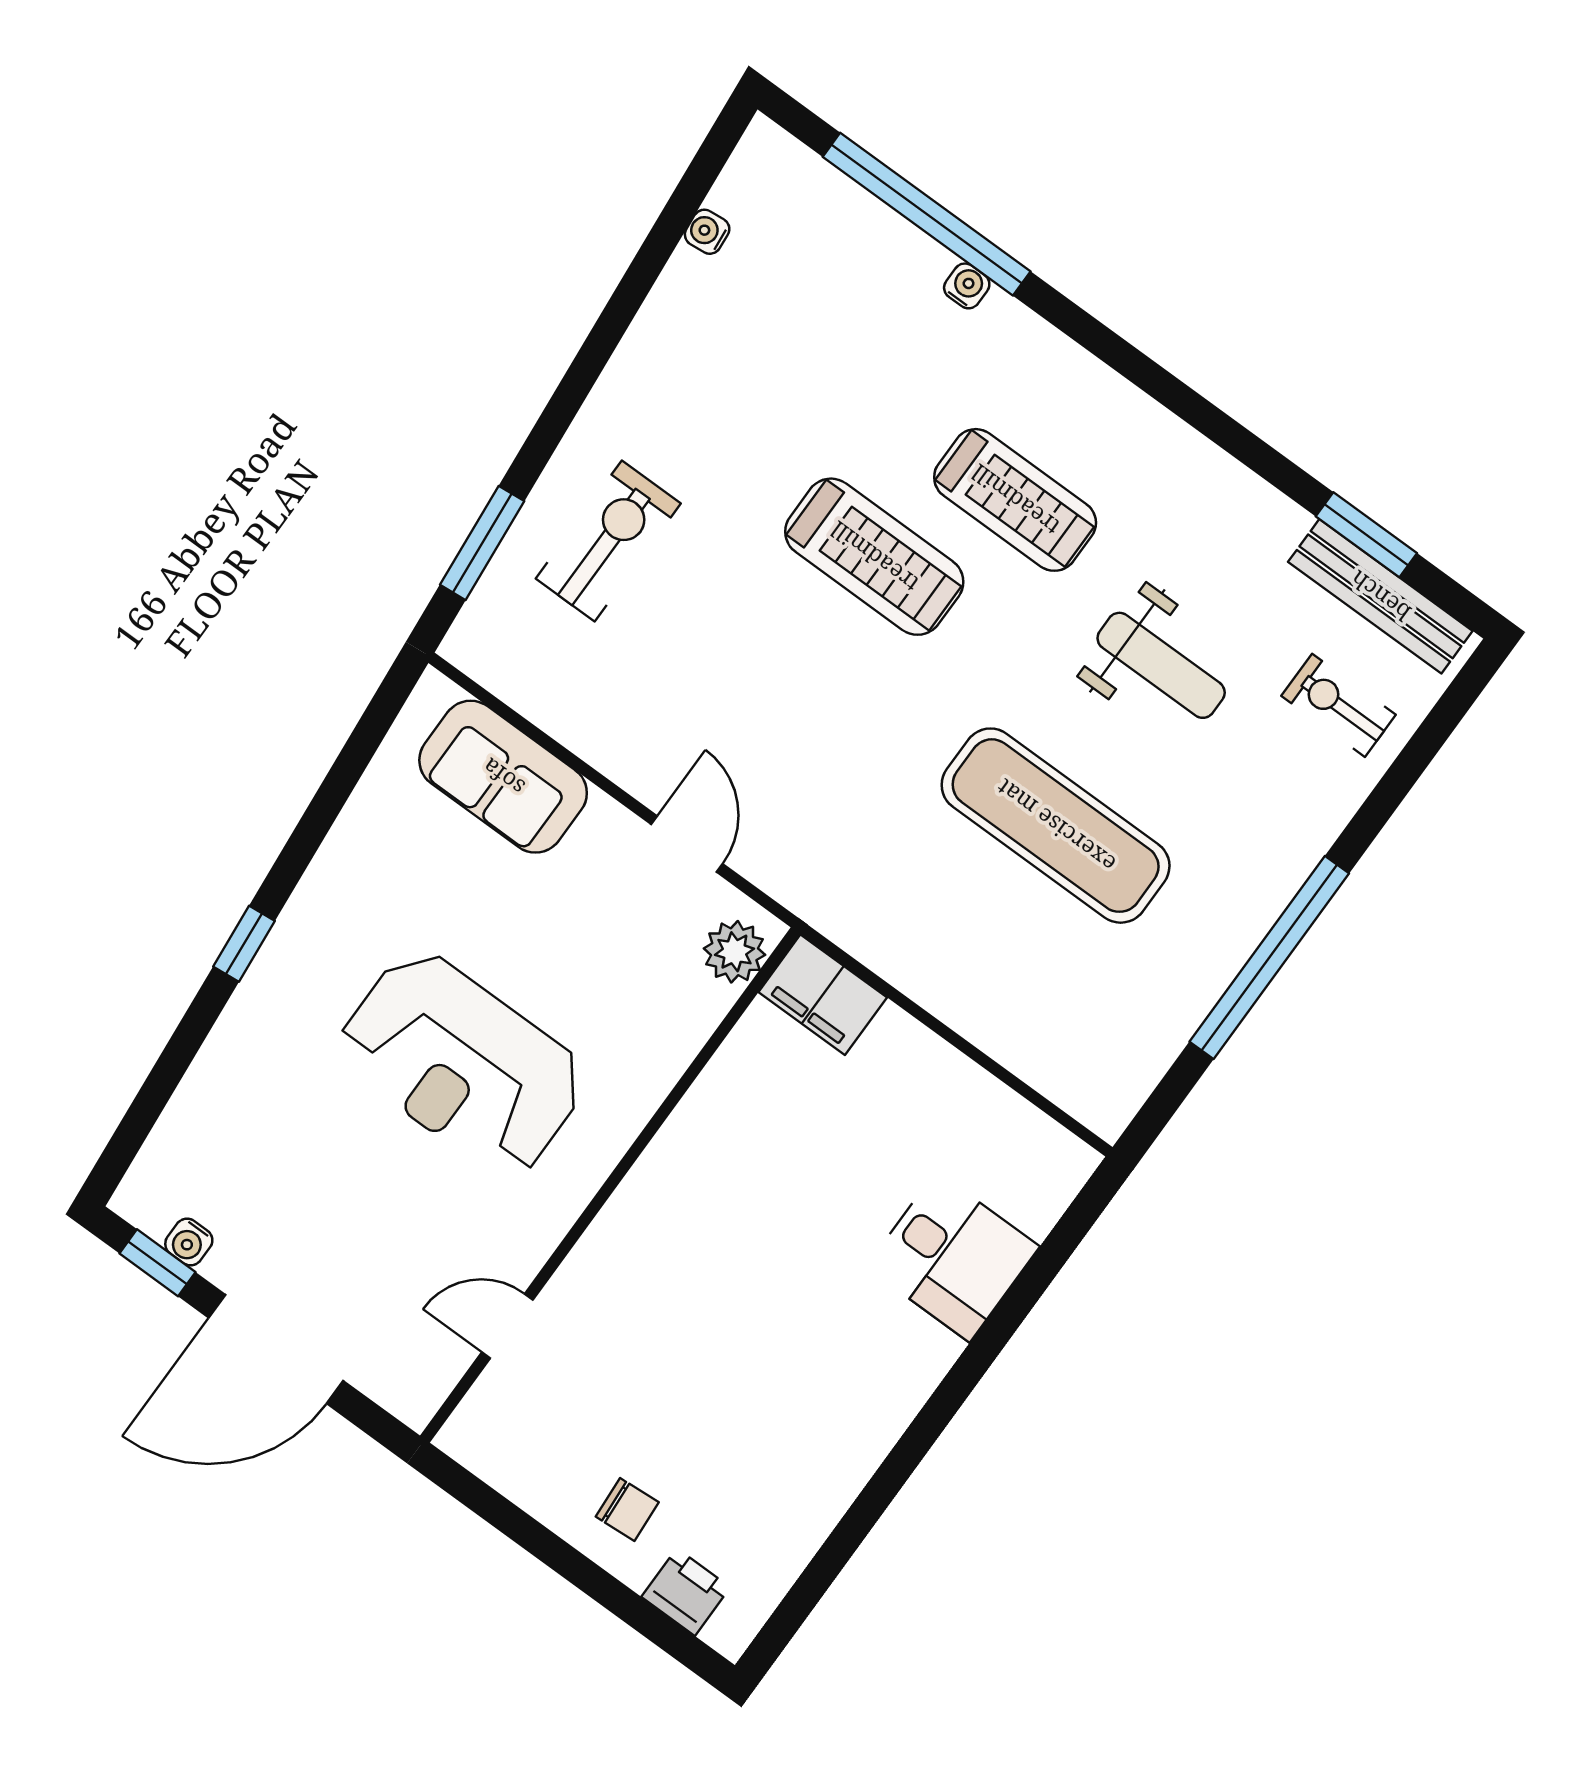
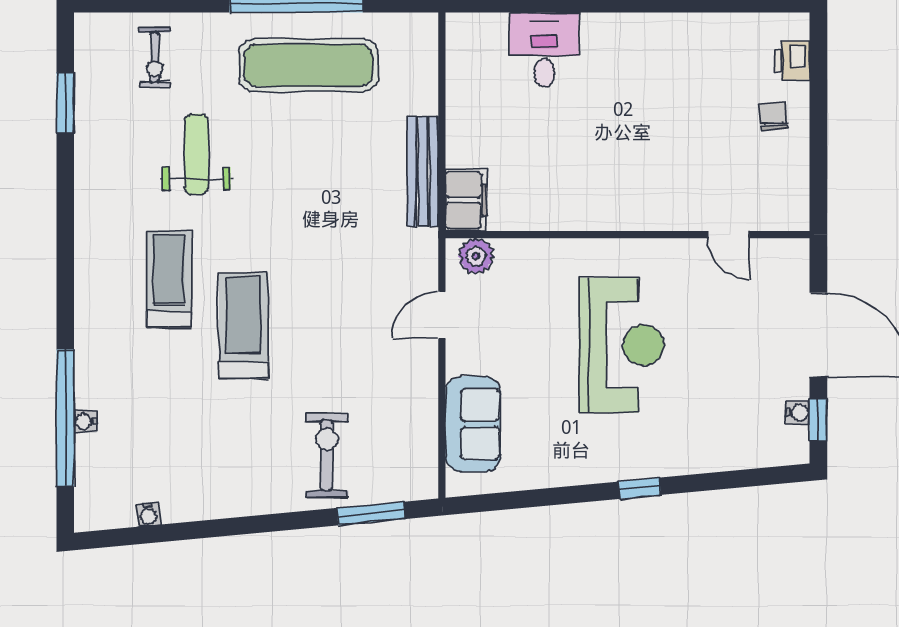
water cooler: (967, 286) -> (85, 421), moved
exercise bike: (608, 541) -> (327, 455), turned 90
bench: (1380, 596) -> (423, 171), moved
exercise mat: (1056, 826) -> (308, 65), moved, turned 90

